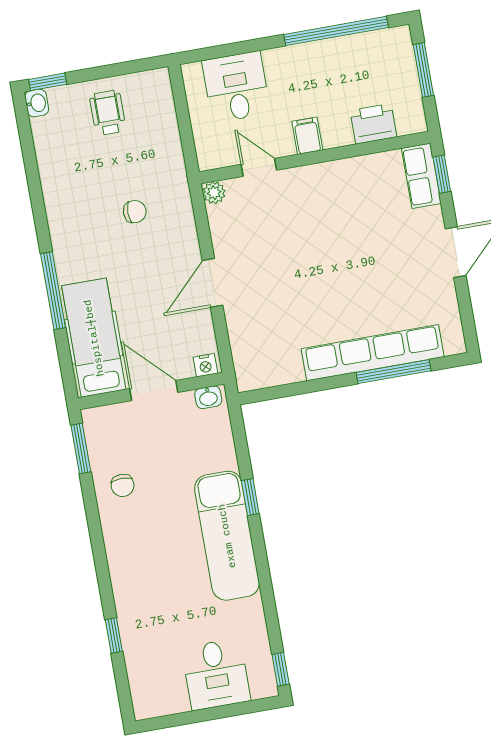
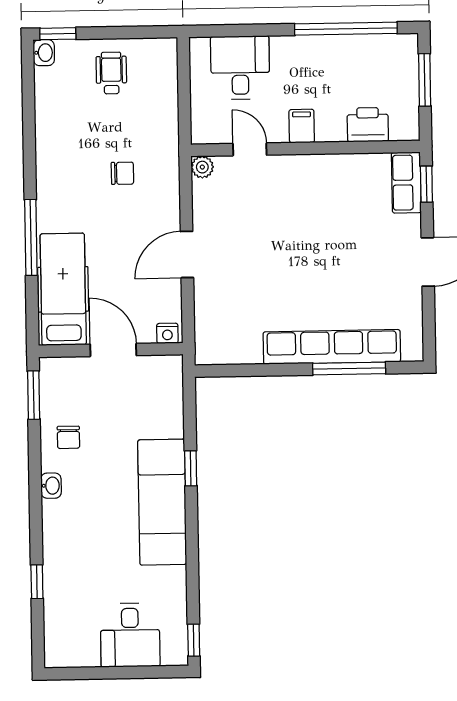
washbasin: (208, 397) -> (51, 486), moved, turned -90

